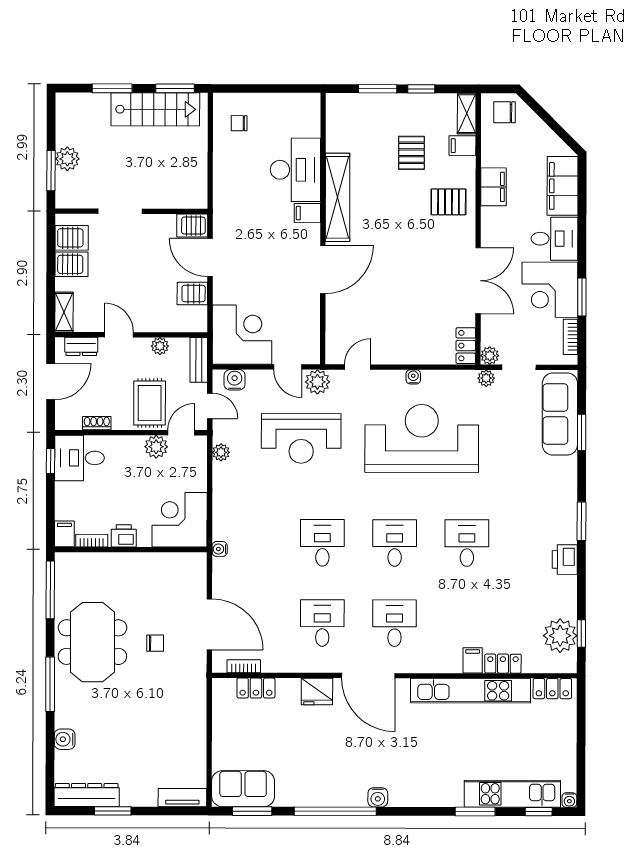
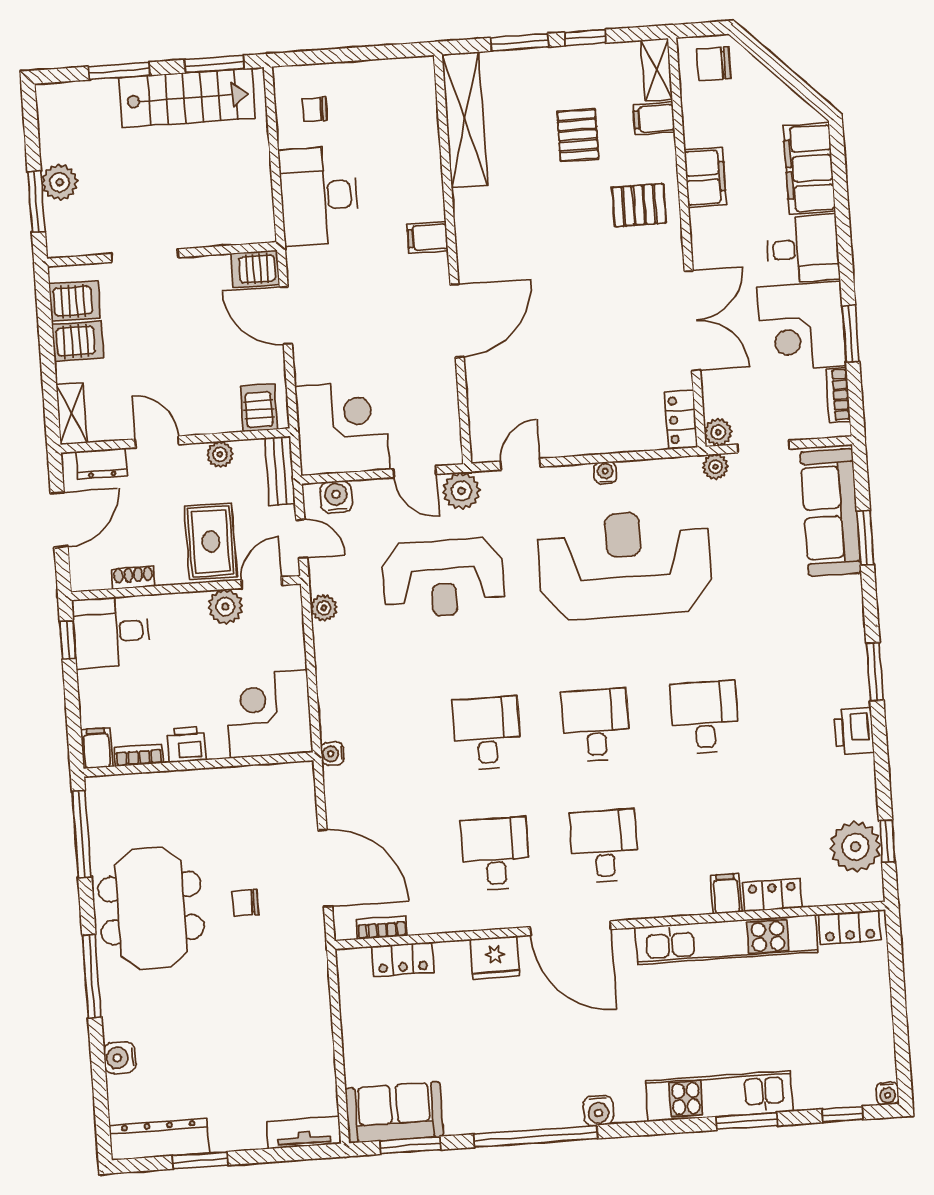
desk: (295, 170) -> (319, 196), moved, turned 180
shelving: (338, 197) -> (465, 120), moved
server rack: (192, 294) -> (259, 408), moved, turned 90
chair: (155, 643) -> (246, 903), turned 180
kitchen unit: (512, 794) -> (719, 1096), moved

